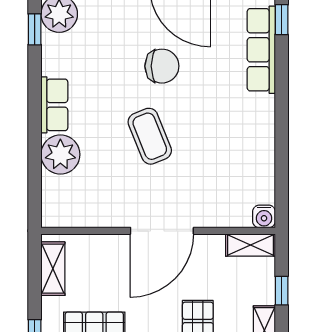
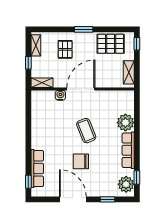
row of seats: (54, 105) -> (128, 150), width x1.48
water cooler: (264, 216) -> (60, 95), moved

